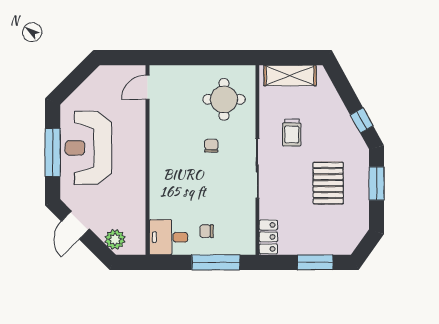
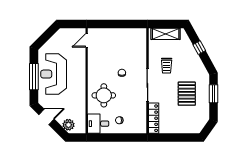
round table: (224, 99) -> (104, 95), moved
window: (362, 120) -> (199, 48), moved
door: (75, 225) -> (46, 117), swing flipped
locker: (268, 237) -> (154, 118), width x1.53
window: (216, 262) -> (124, 138), removed
window: (315, 262) -> (180, 138), removed

